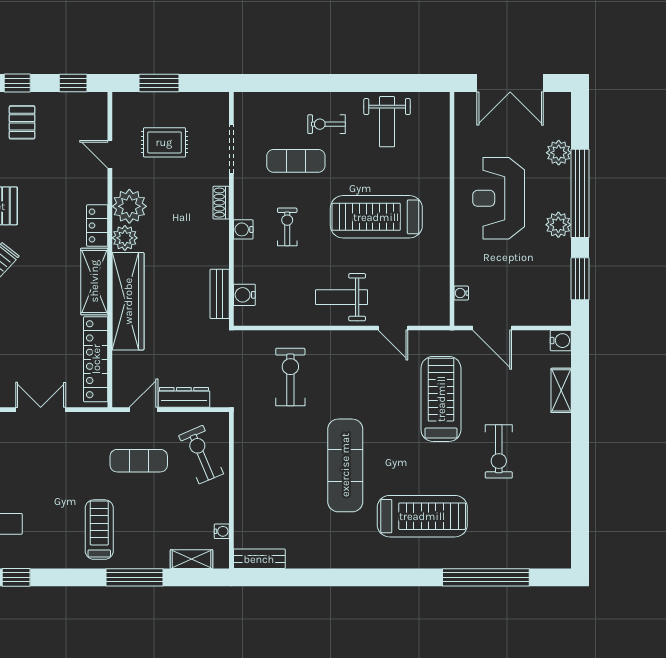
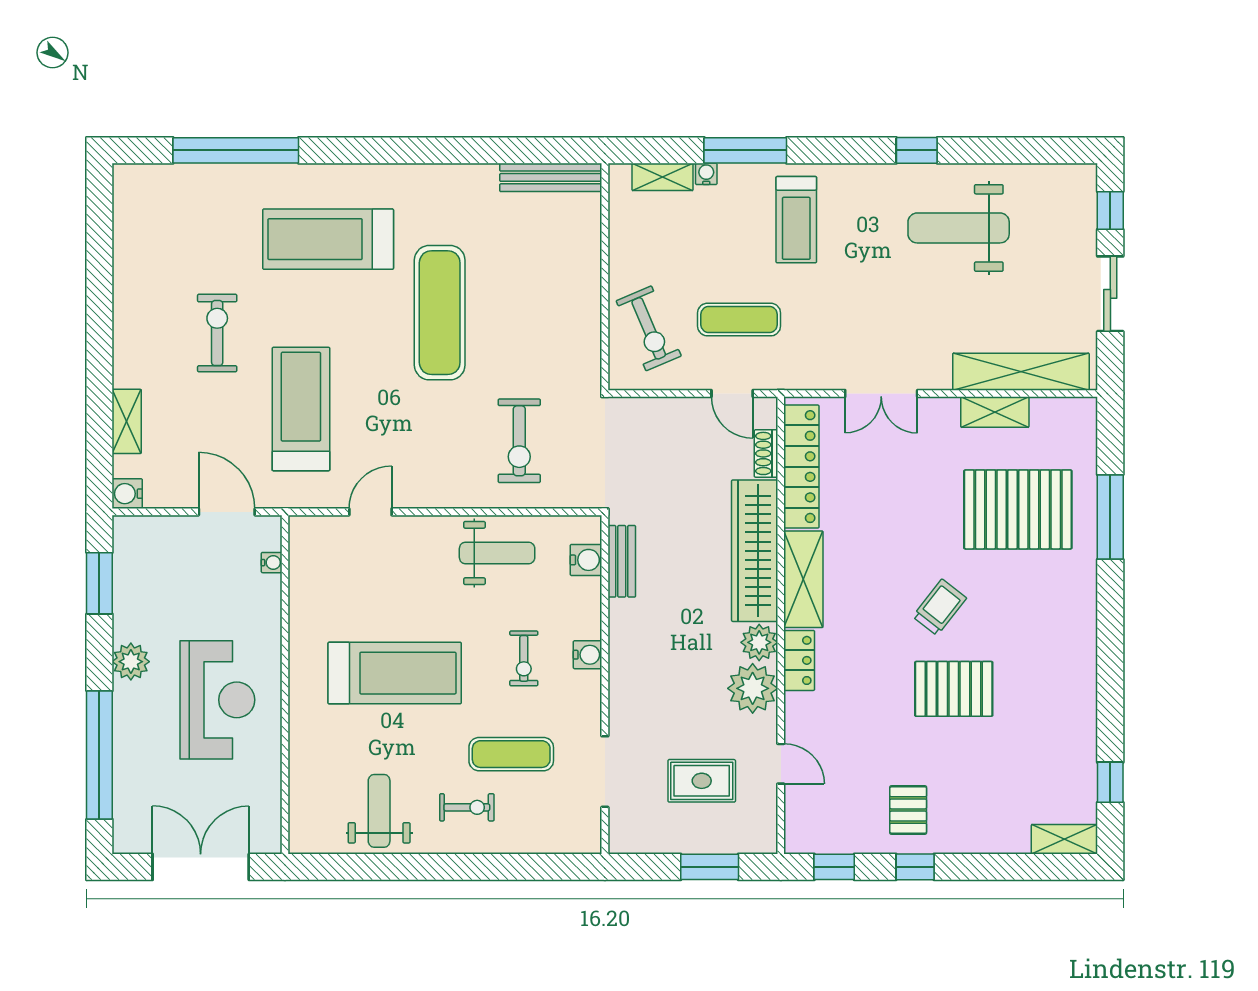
plant: (559, 153) -> (130, 766), removed
window: (580, 193) -> (99, 755), moved
shoe rack: (221, 203) -> (766, 453), moved, turned 180
weight bench: (342, 297) -> (497, 553), moved
door: (393, 328) -> (370, 512), hinge flipped
dresser: (184, 397) -> (674, 411), removed
treadmill: (441, 399) -> (301, 409), turned 180
door: (144, 410) -> (732, 393), hinge flipped
water cooler: (222, 531) -> (706, 174), moved, turned 90
bench: (259, 559) -> (551, 177), width x1.36

